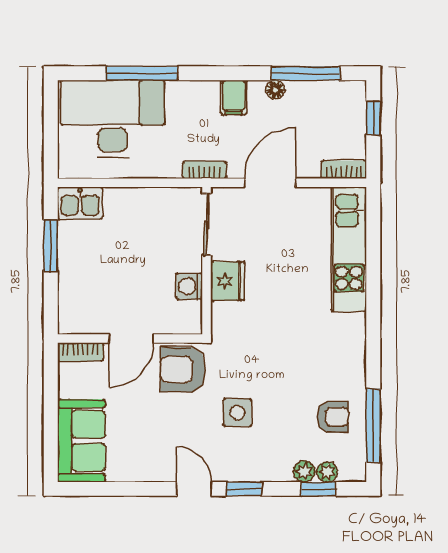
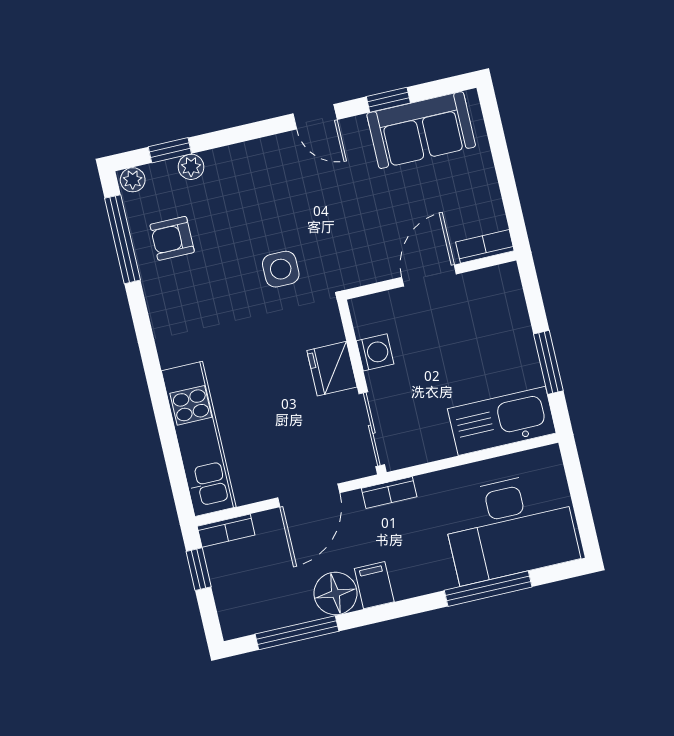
floor lamp: (275, 90) -> (335, 593), width x1.89, depth x1.89
window: (373, 118) -> (199, 569), moved
kitchen sink: (80, 203) -> (502, 421), width x1.88, depth x1.24
armchair: (183, 370) -> (360, 253), removed
side table: (237, 412) -> (281, 269), moved
sofa: (81, 441) -> (421, 130), moved, turned -90
plant: (327, 472) -> (133, 180), moved
window: (244, 489) -> (388, 100), moved

